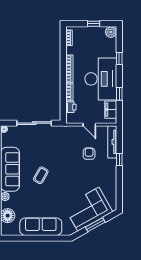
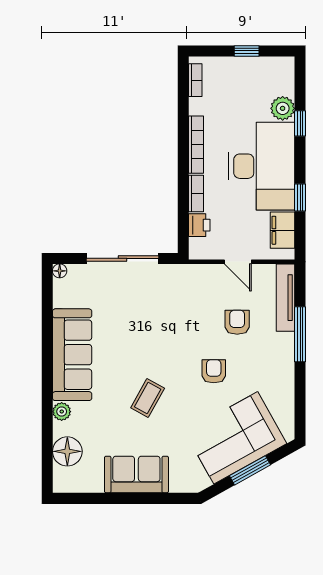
plant: (111, 32) -> (283, 108), moved
window: (119, 159) -> (300, 334), width x2.17
coffee table: (41, 175) -> (148, 398), moved
armchair: (78, 177) -> (214, 371), added
sofa: (41, 227) -> (136, 474), width x0.73

